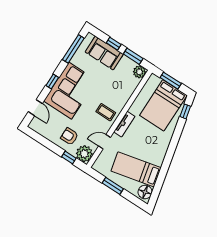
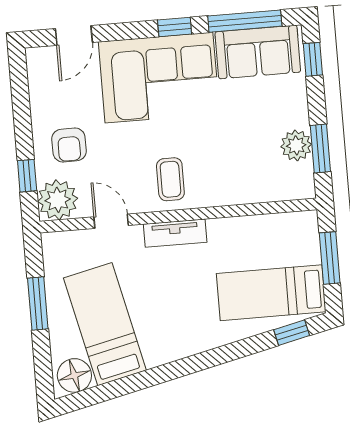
window: (114, 44) -> (313, 59), moved
sofa: (104, 53) -> (258, 52), moved, turned -90
plant: (139, 72) -> (296, 145), moved
window: (52, 81) -> (175, 27), moved
bed: (163, 105) -> (271, 293), width x0.67
armchair: (69, 136) -> (69, 145), turned 180

